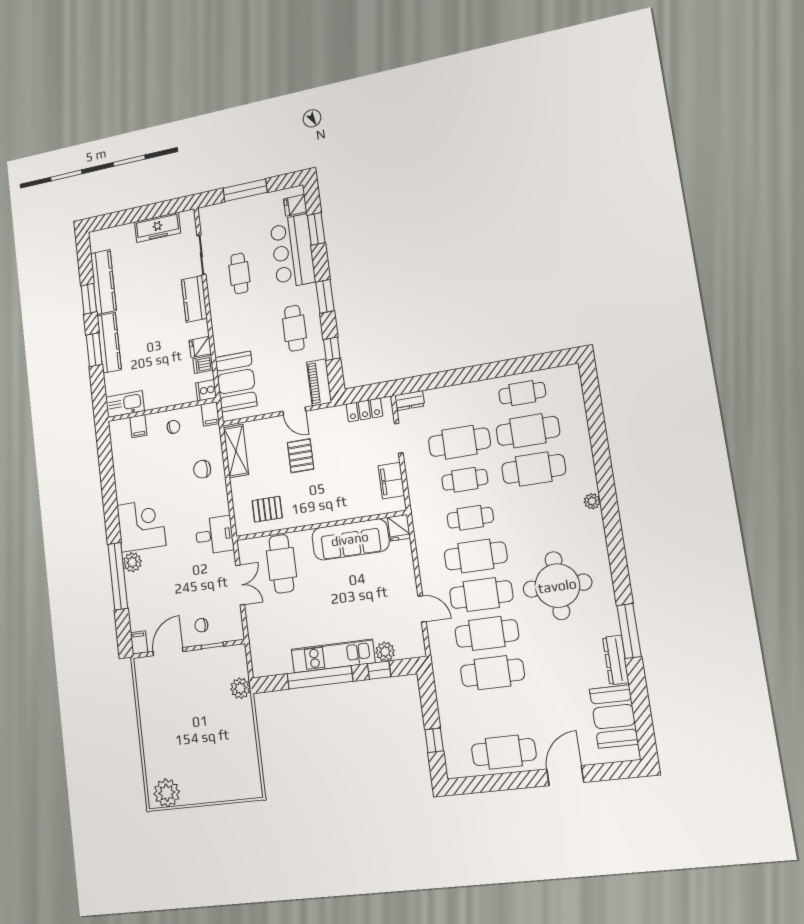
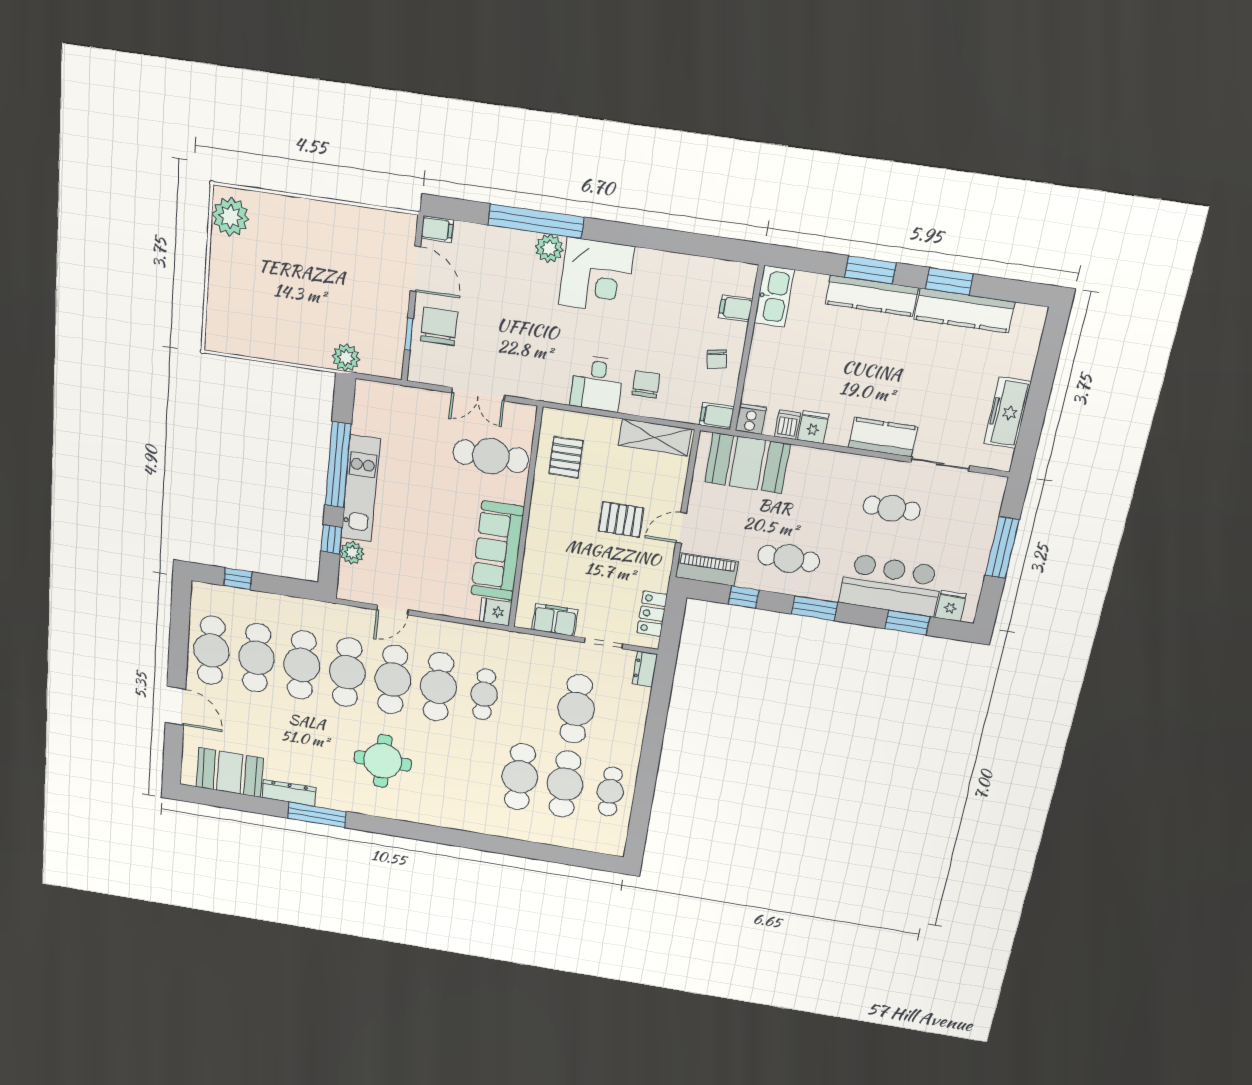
cafe table: (465, 480) -> (257, 658), moved, width x1.37, depth x1.35
plant: (592, 501) -> (466, 823), removed
desk: (214, 535) -> (597, 384), moved
round table: (557, 586) -> (383, 761), width x0.73, depth x0.73
chair: (201, 625) -> (439, 326), width x1.87, depth x1.87

